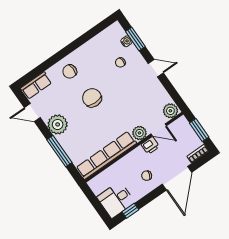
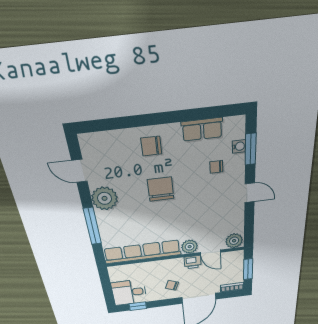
row of seats: (36, 85) -> (202, 129), moved

